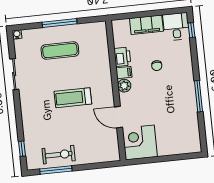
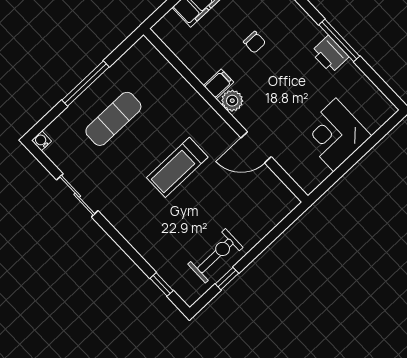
printer: (122, 57) -> (330, 54), moved, turned 180
corner desk: (140, 142) -> (335, 135), moved
window: (56, 170) -> (227, 279), width x0.46

